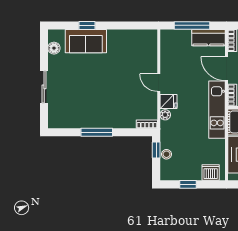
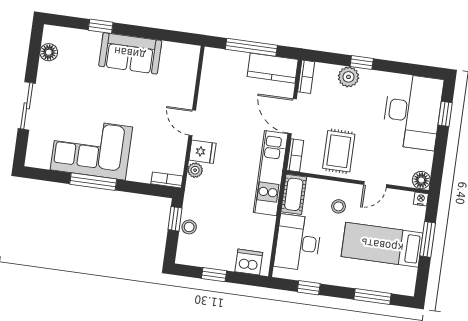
sofa: (86, 41) -> (130, 53), moved
corner sofa: (92, 110) -> (91, 148), added

